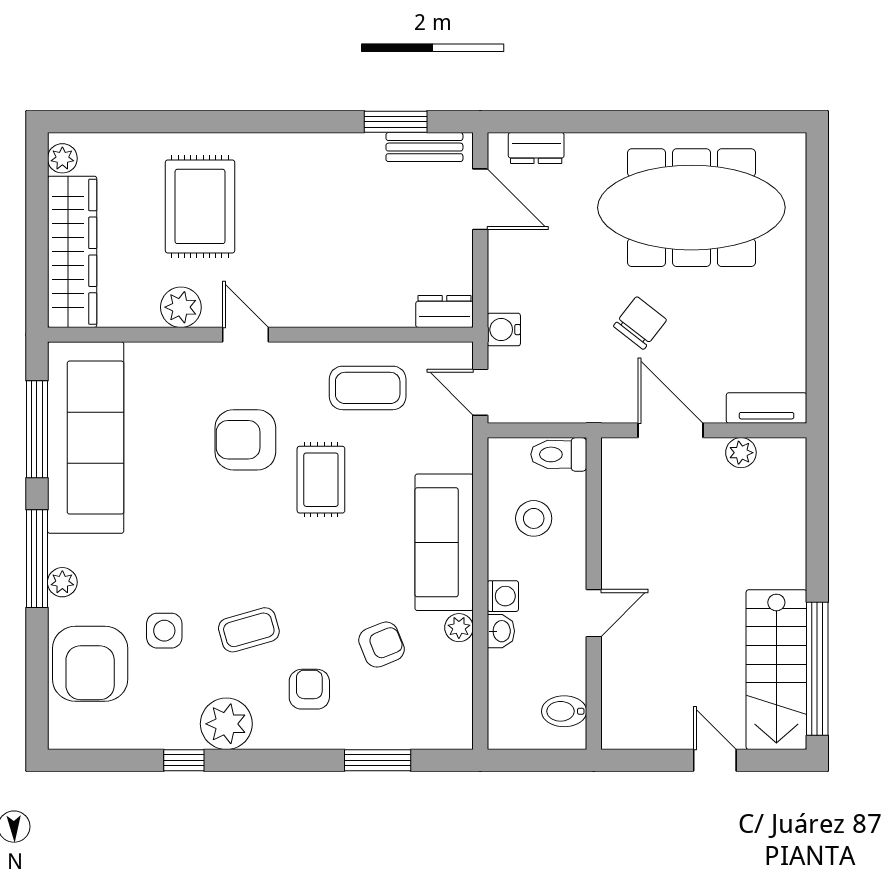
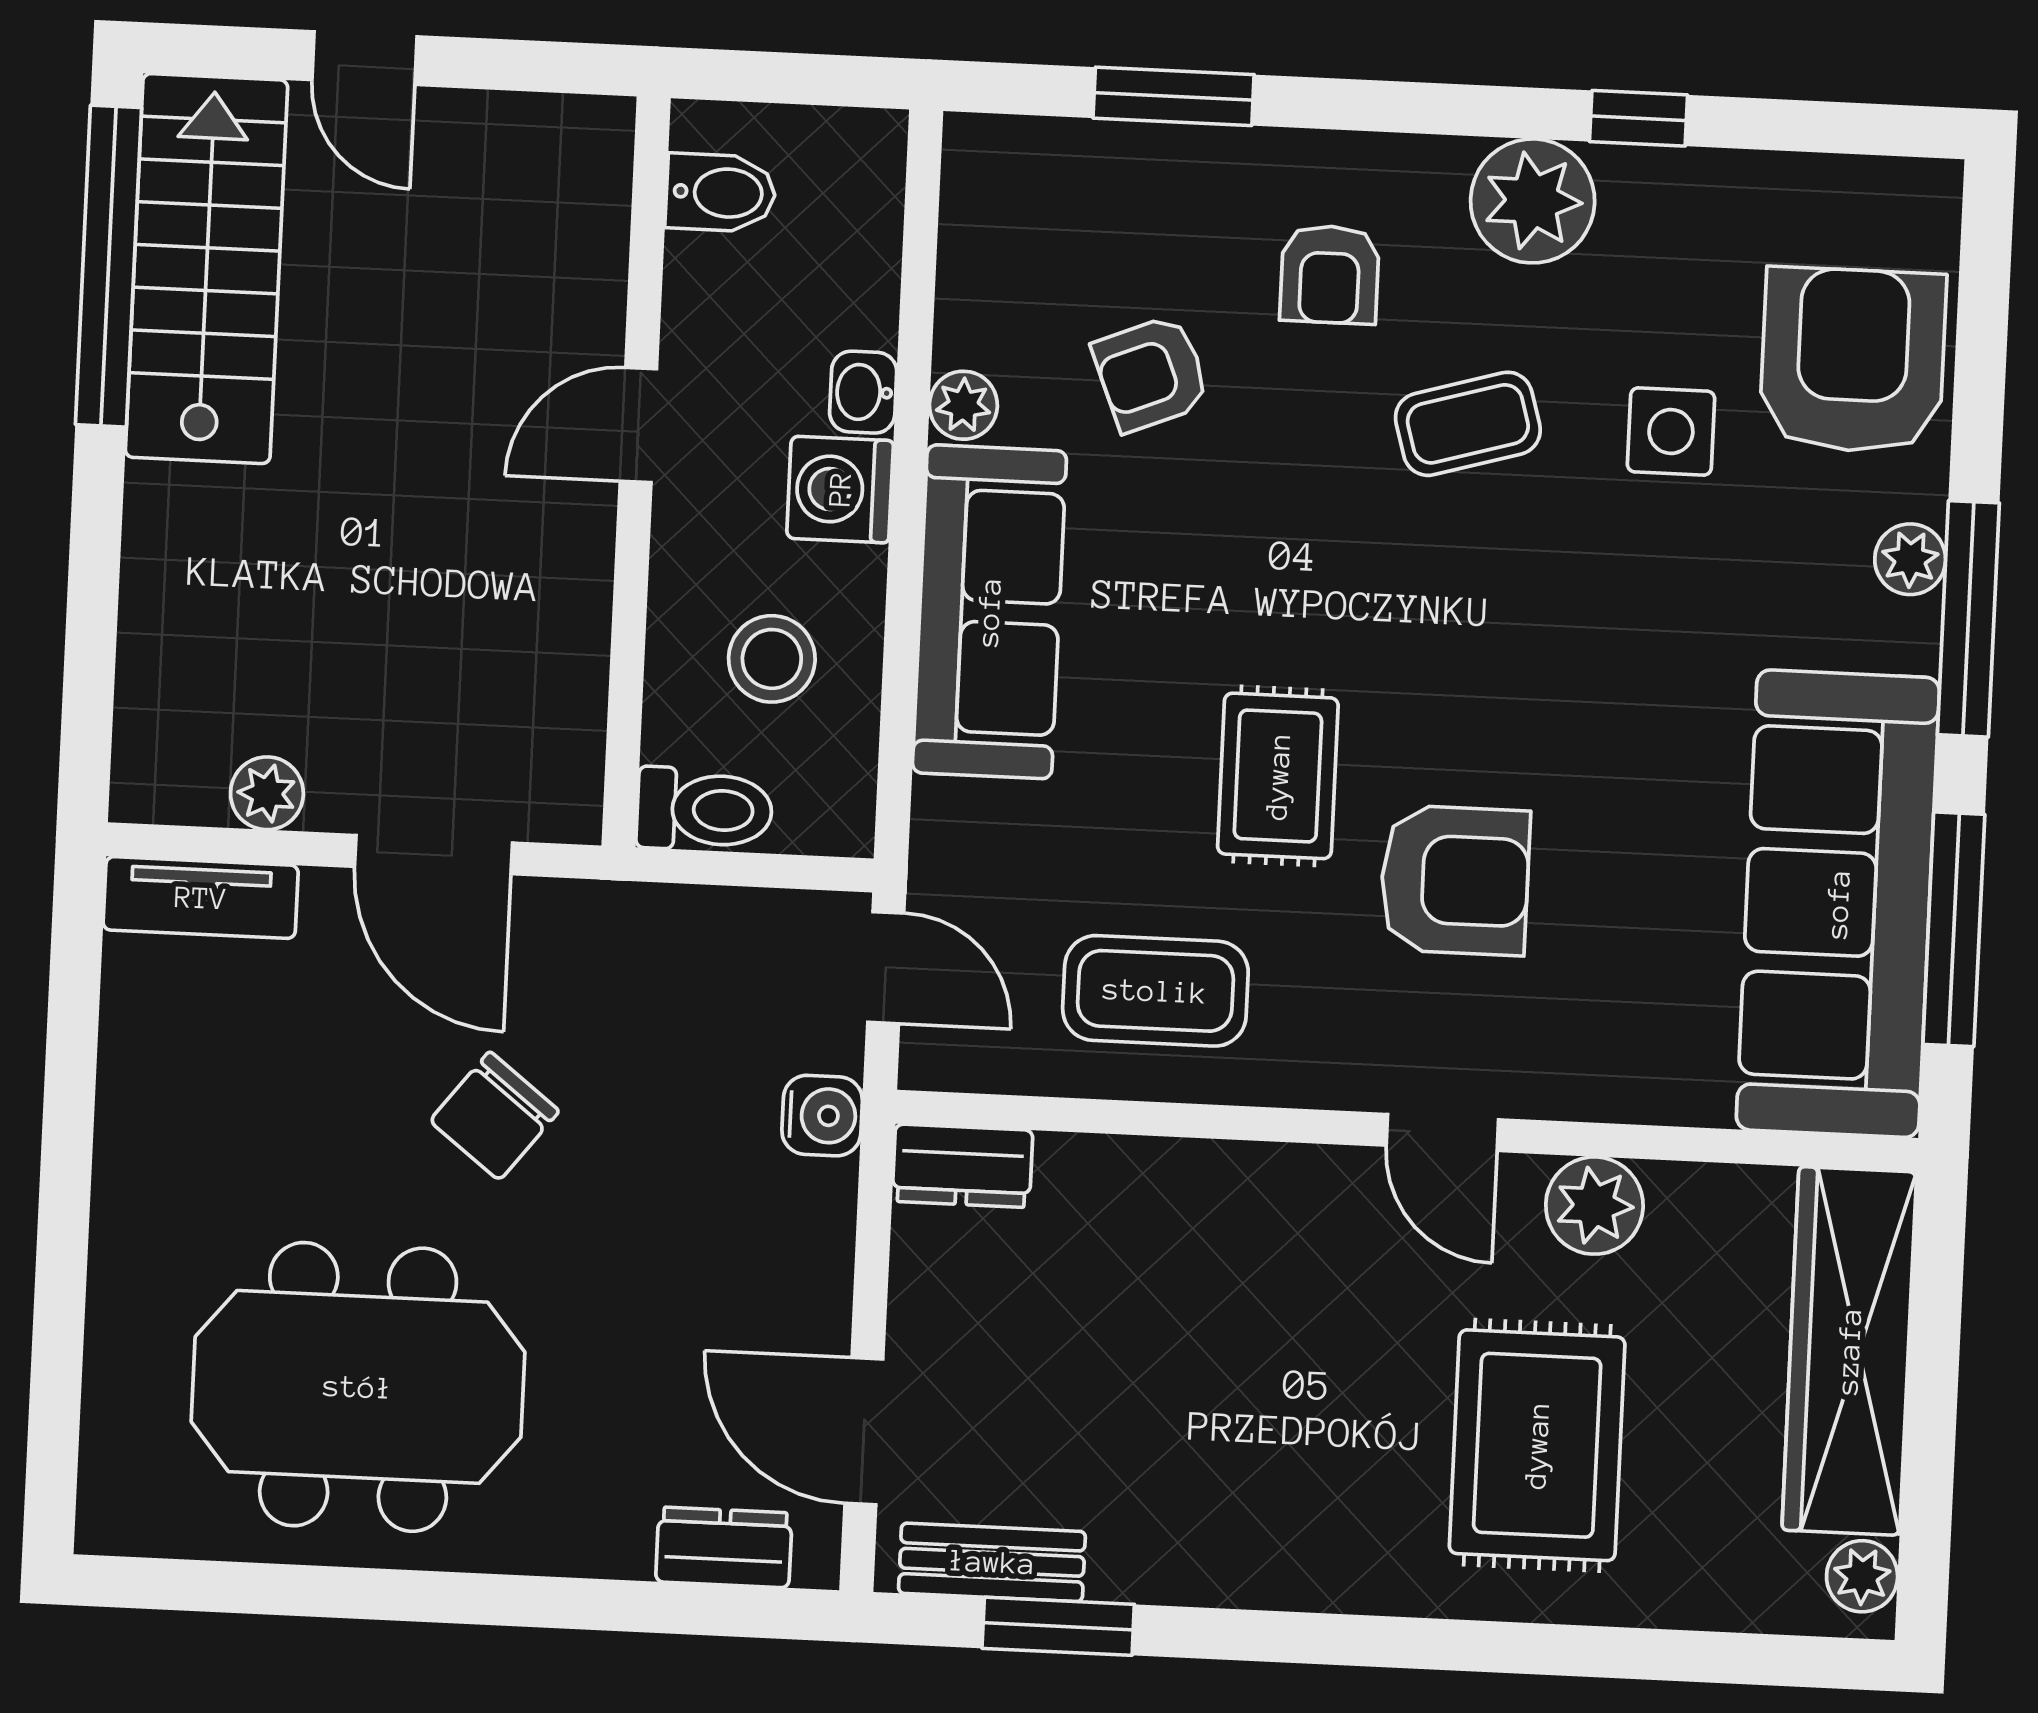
meeting table: (691, 208) -> (358, 1387), width x0.73
washing machine: (503, 596) -> (840, 489), width x1.38, depth x1.38

